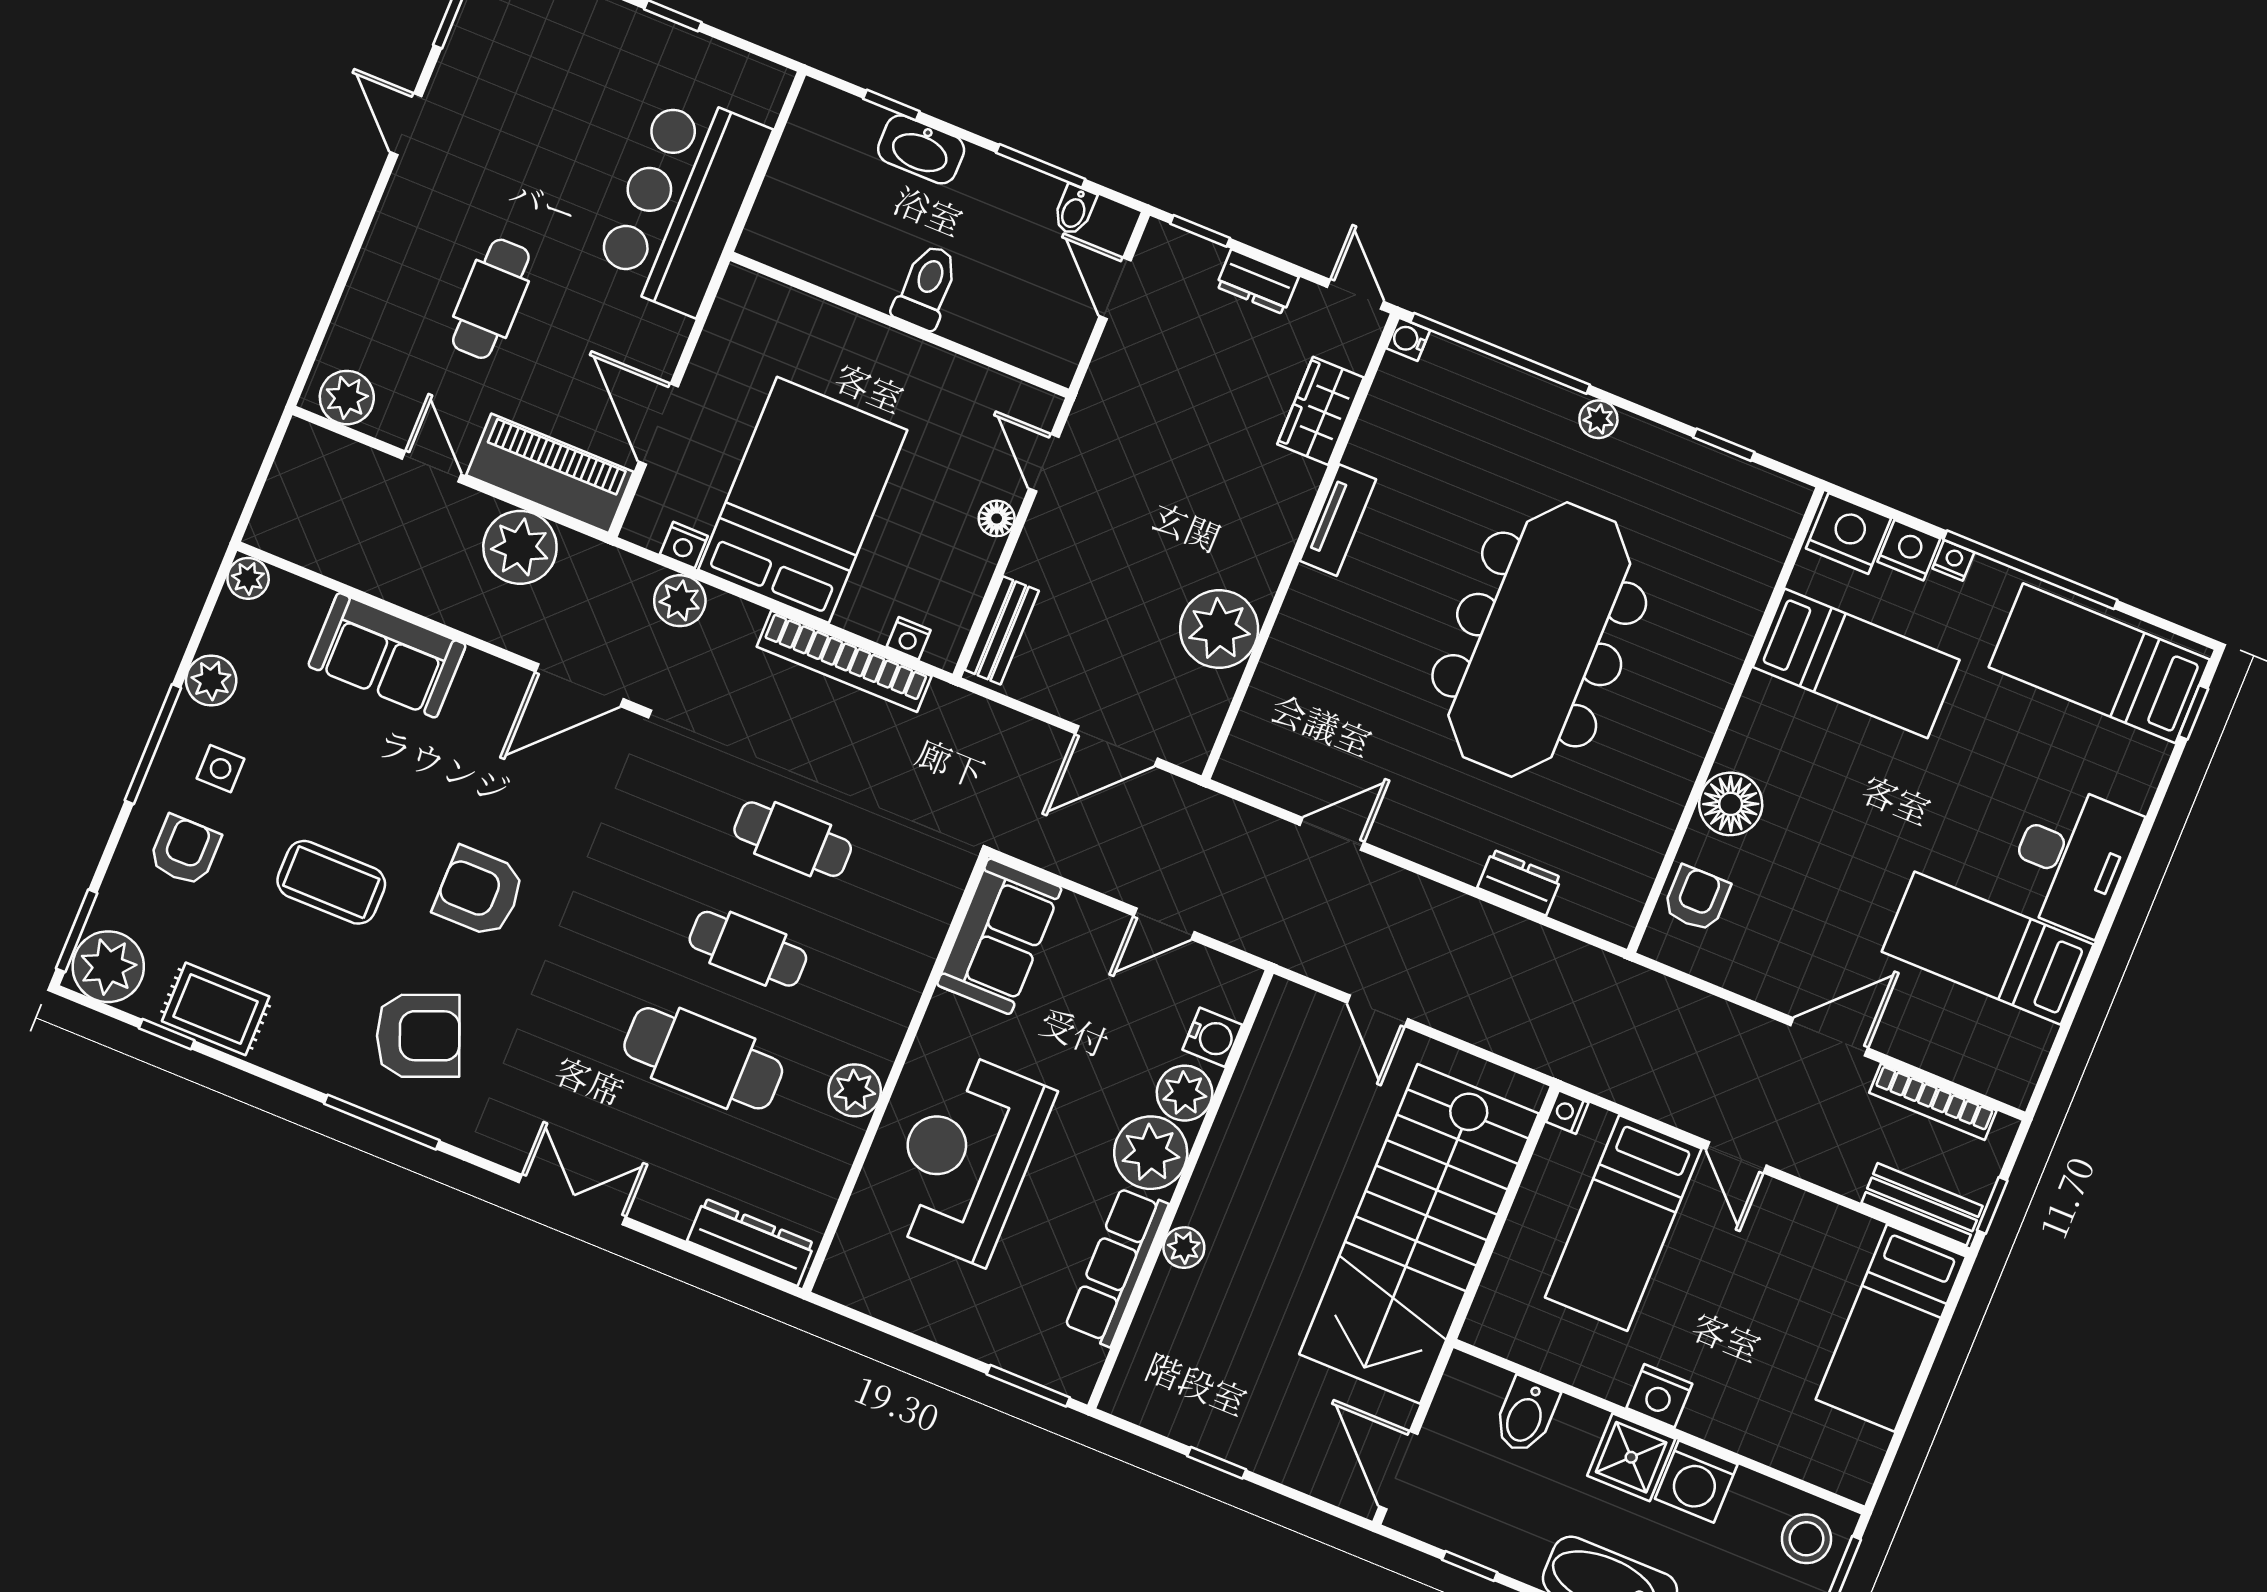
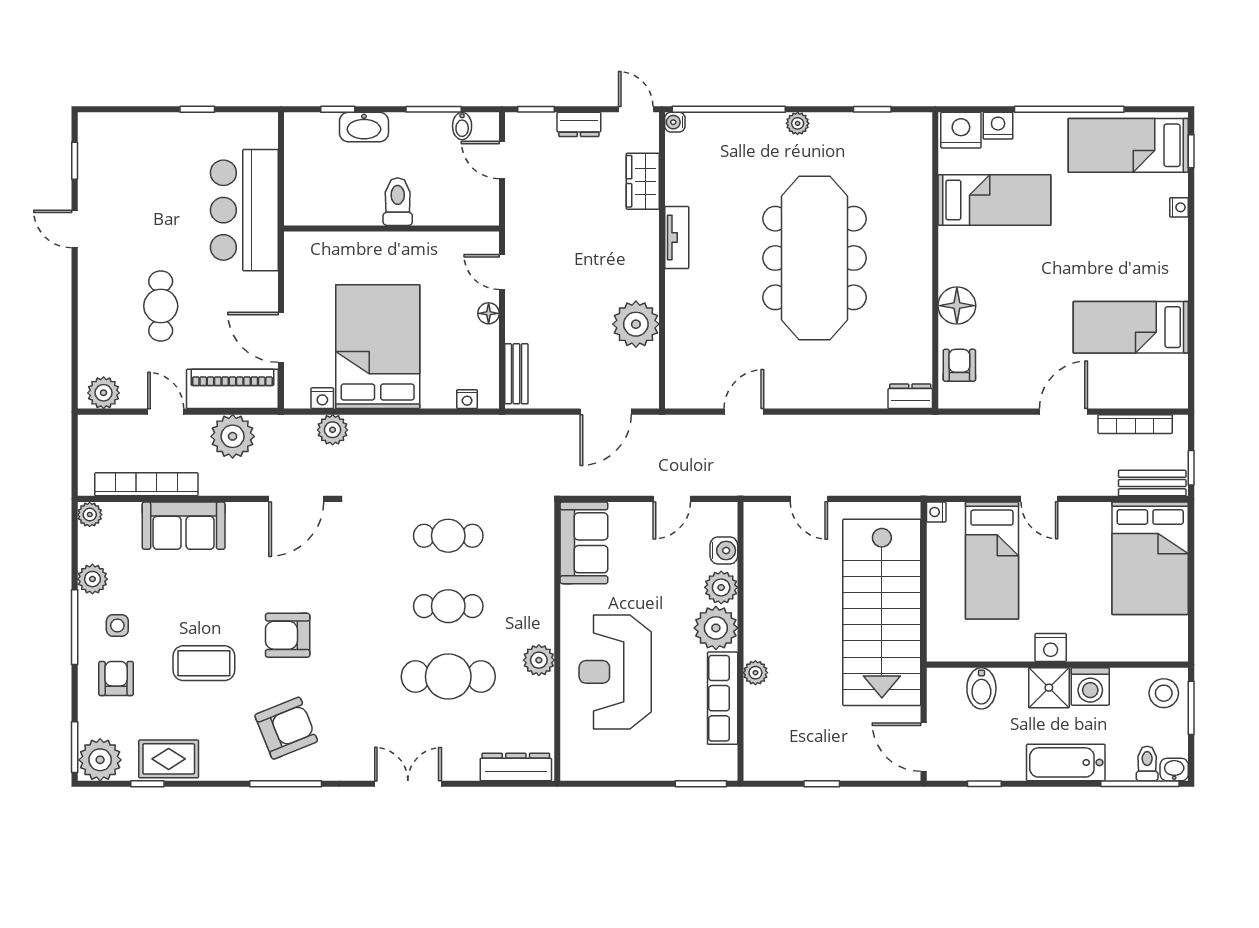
nightstand: (1953, 560) -> (1179, 207), moved, turned 90
bookcase: (844, 661) -> (146, 484), moved, turned 180
desk: (2072, 859) -> (1157, 259), removed
dresser: (1519, 883) -> (910, 396), moved
bed: (1891, 1328) -> (1150, 558), width x1.50

